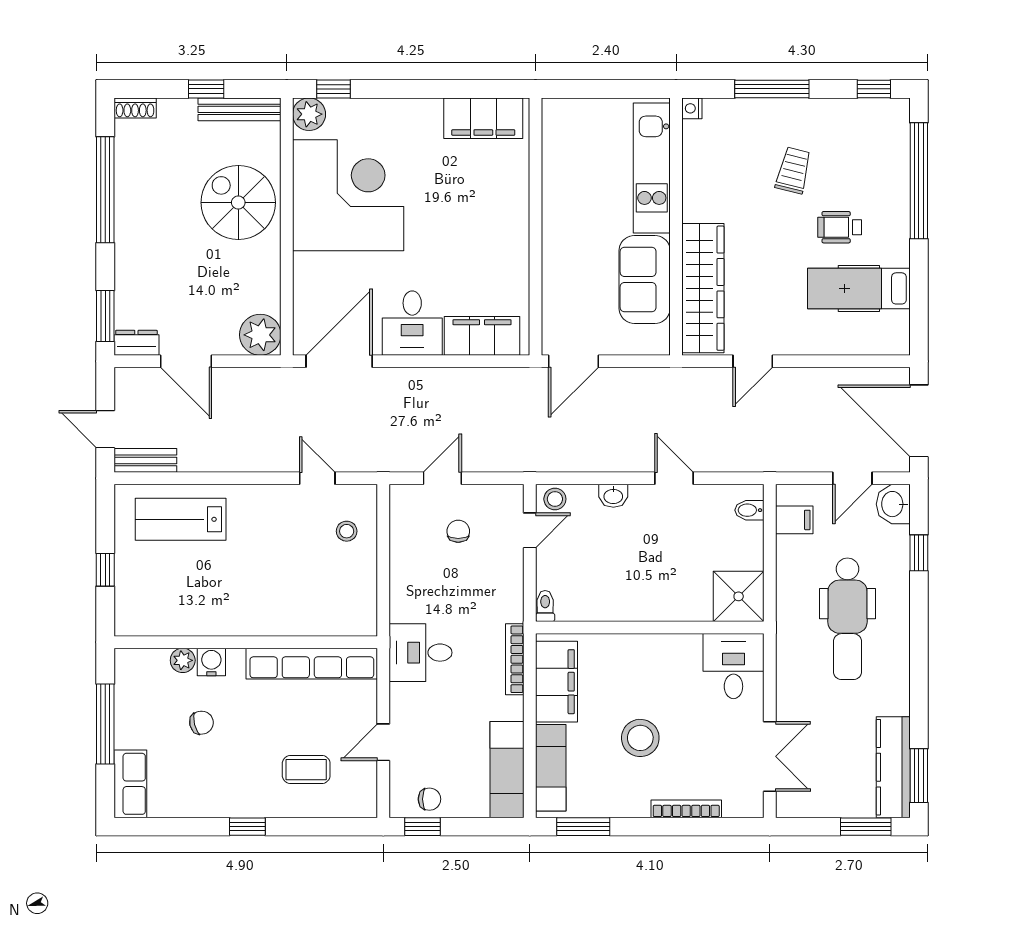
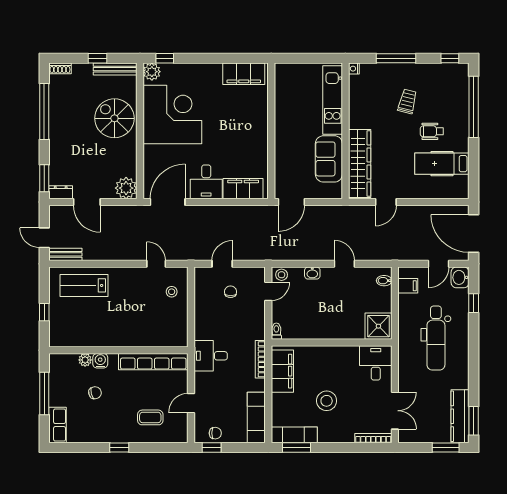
exam couch: (551, 768) -> (294, 435), moved, turned -90
bookcase: (686, 809) -> (373, 438), moved

